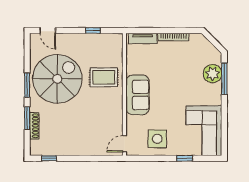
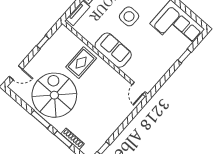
side table: (157, 139) -> (129, 16), moved

